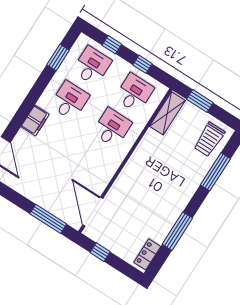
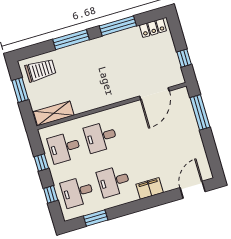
window: (200, 101) -> (20, 90), moved
window: (215, 172) -> (71, 40), moved
door: (93, 212) -> (154, 94), moved

